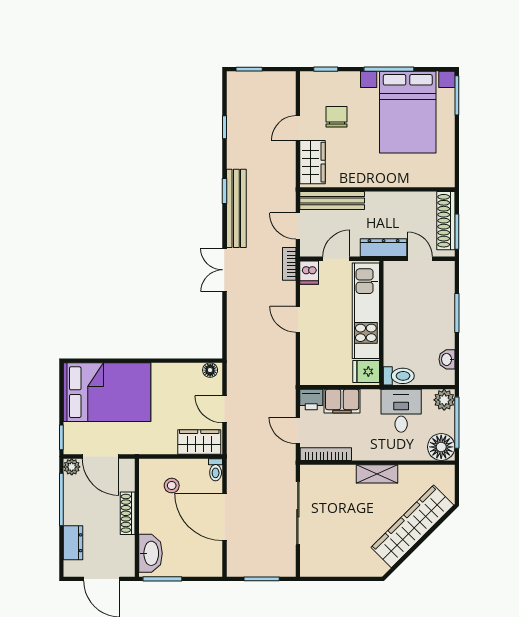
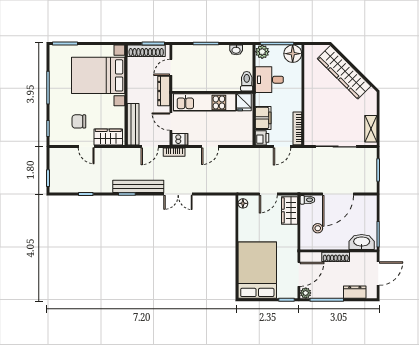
bed with nightstands: (408, 112) -> (98, 75), moved, turned 180
shelving: (377, 474) -> (371, 129), moved

